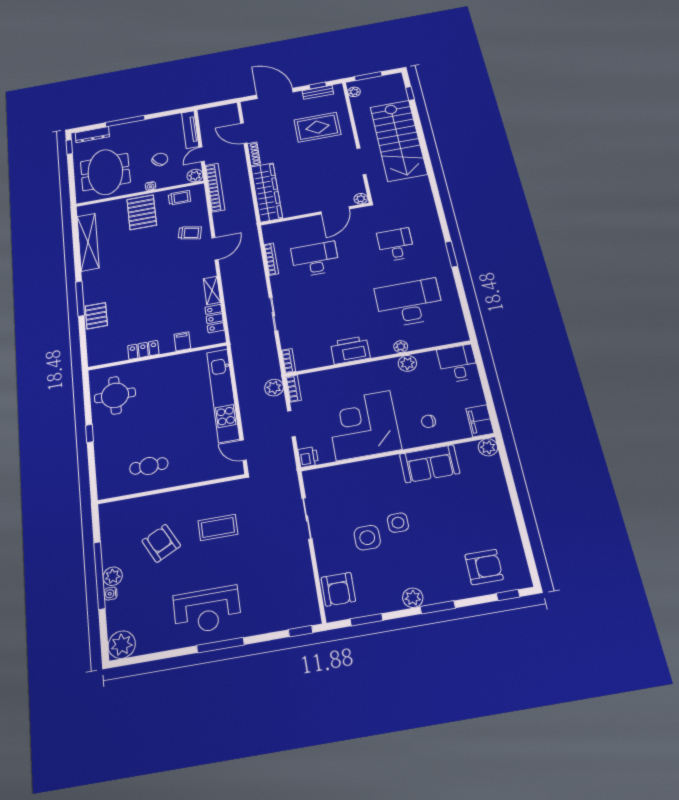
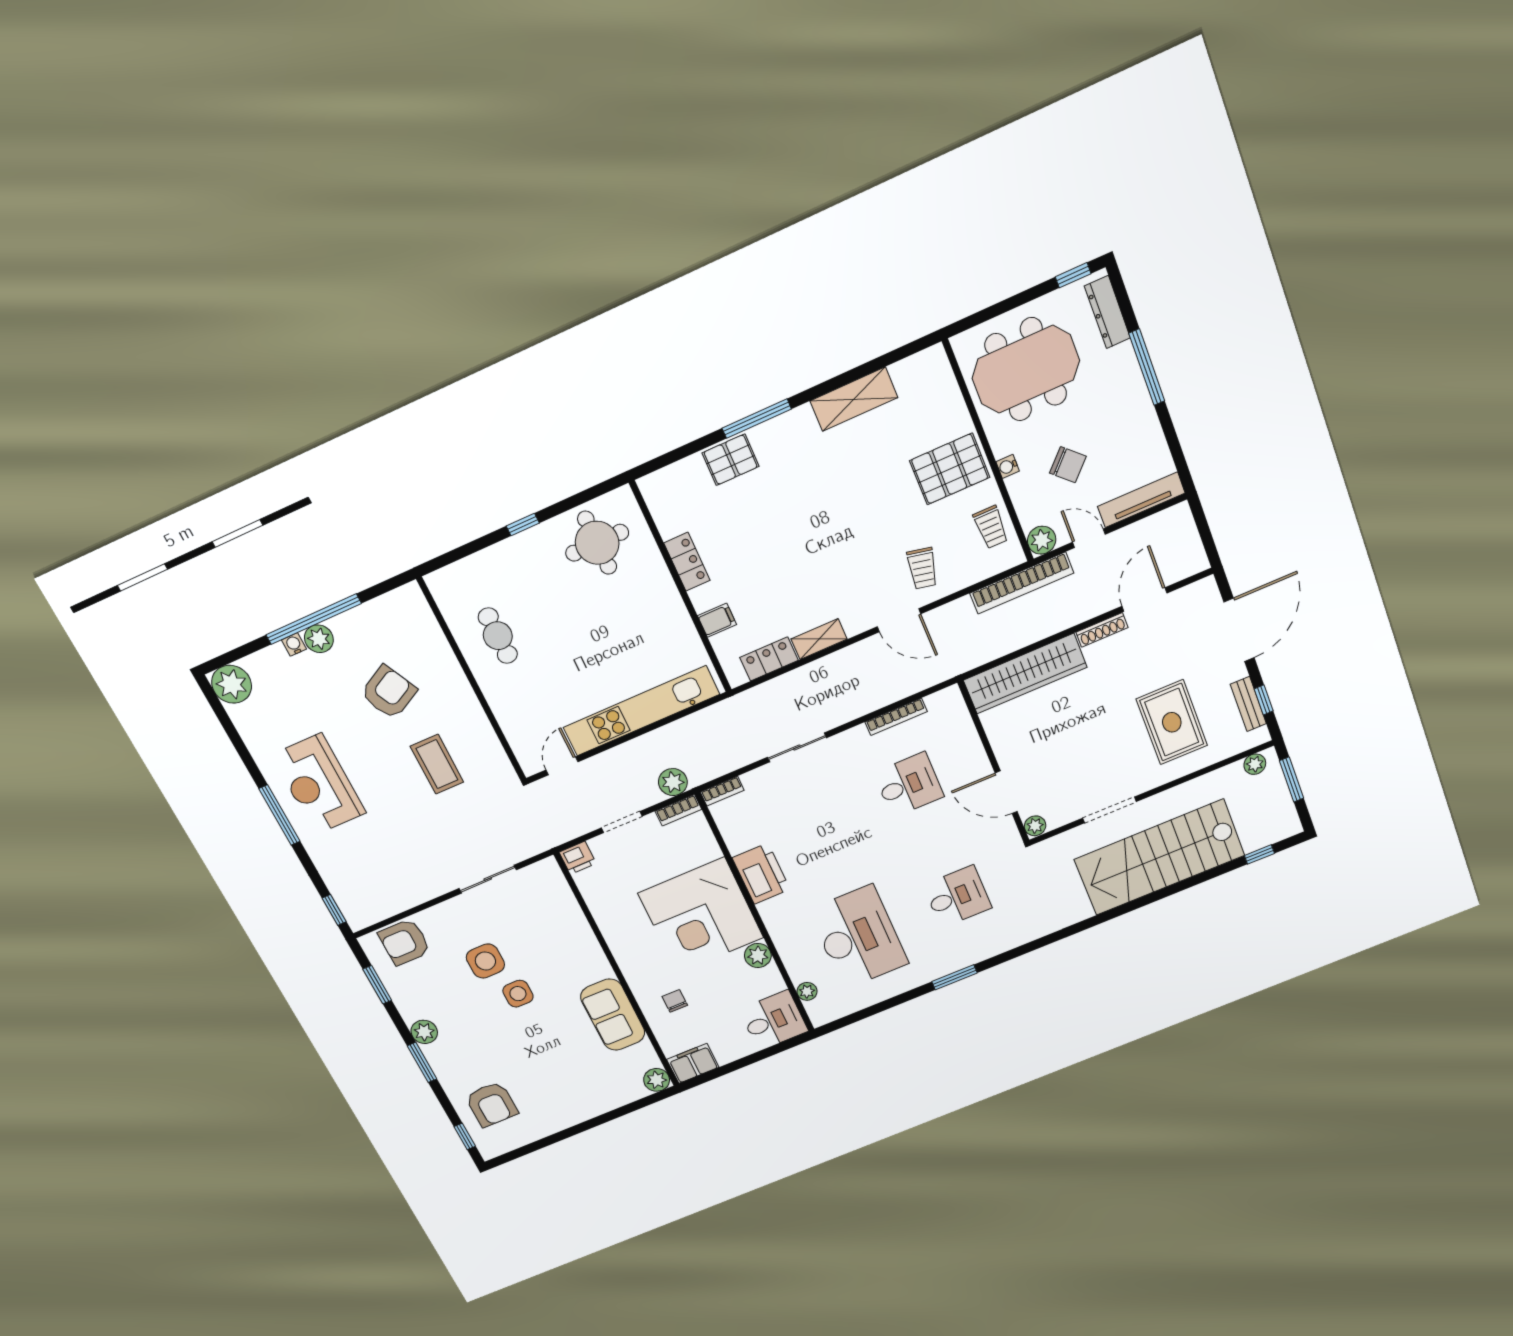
shelving: (88, 242) -> (854, 399), width x0.68
desk: (315, 259) -> (909, 785), width x0.73
plant: (401, 347) -> (807, 991), moved
corner desk: (363, 425) -> (701, 915), moved, turned 180

